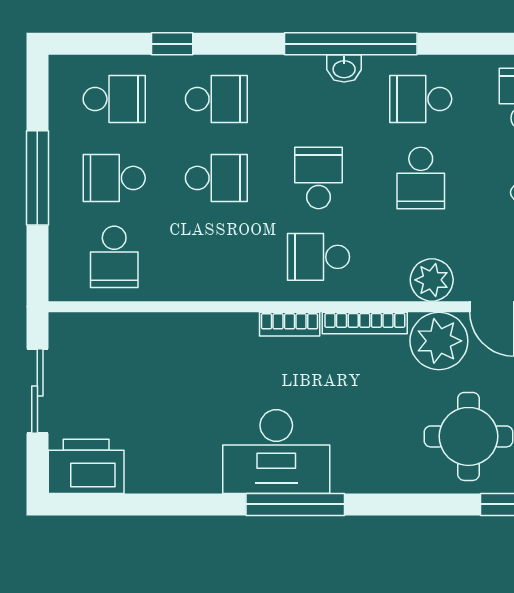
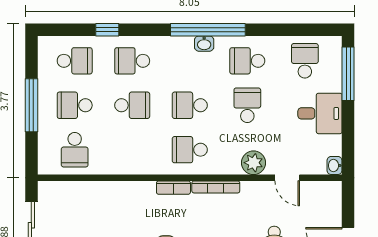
school desk: (216, 99) -> (132, 61), turned 180
school desk: (319, 178) -> (190, 105), turned -90
school desk: (421, 178) -> (247, 105), turned 180
plant: (439, 341) -> (258, 197), removed

